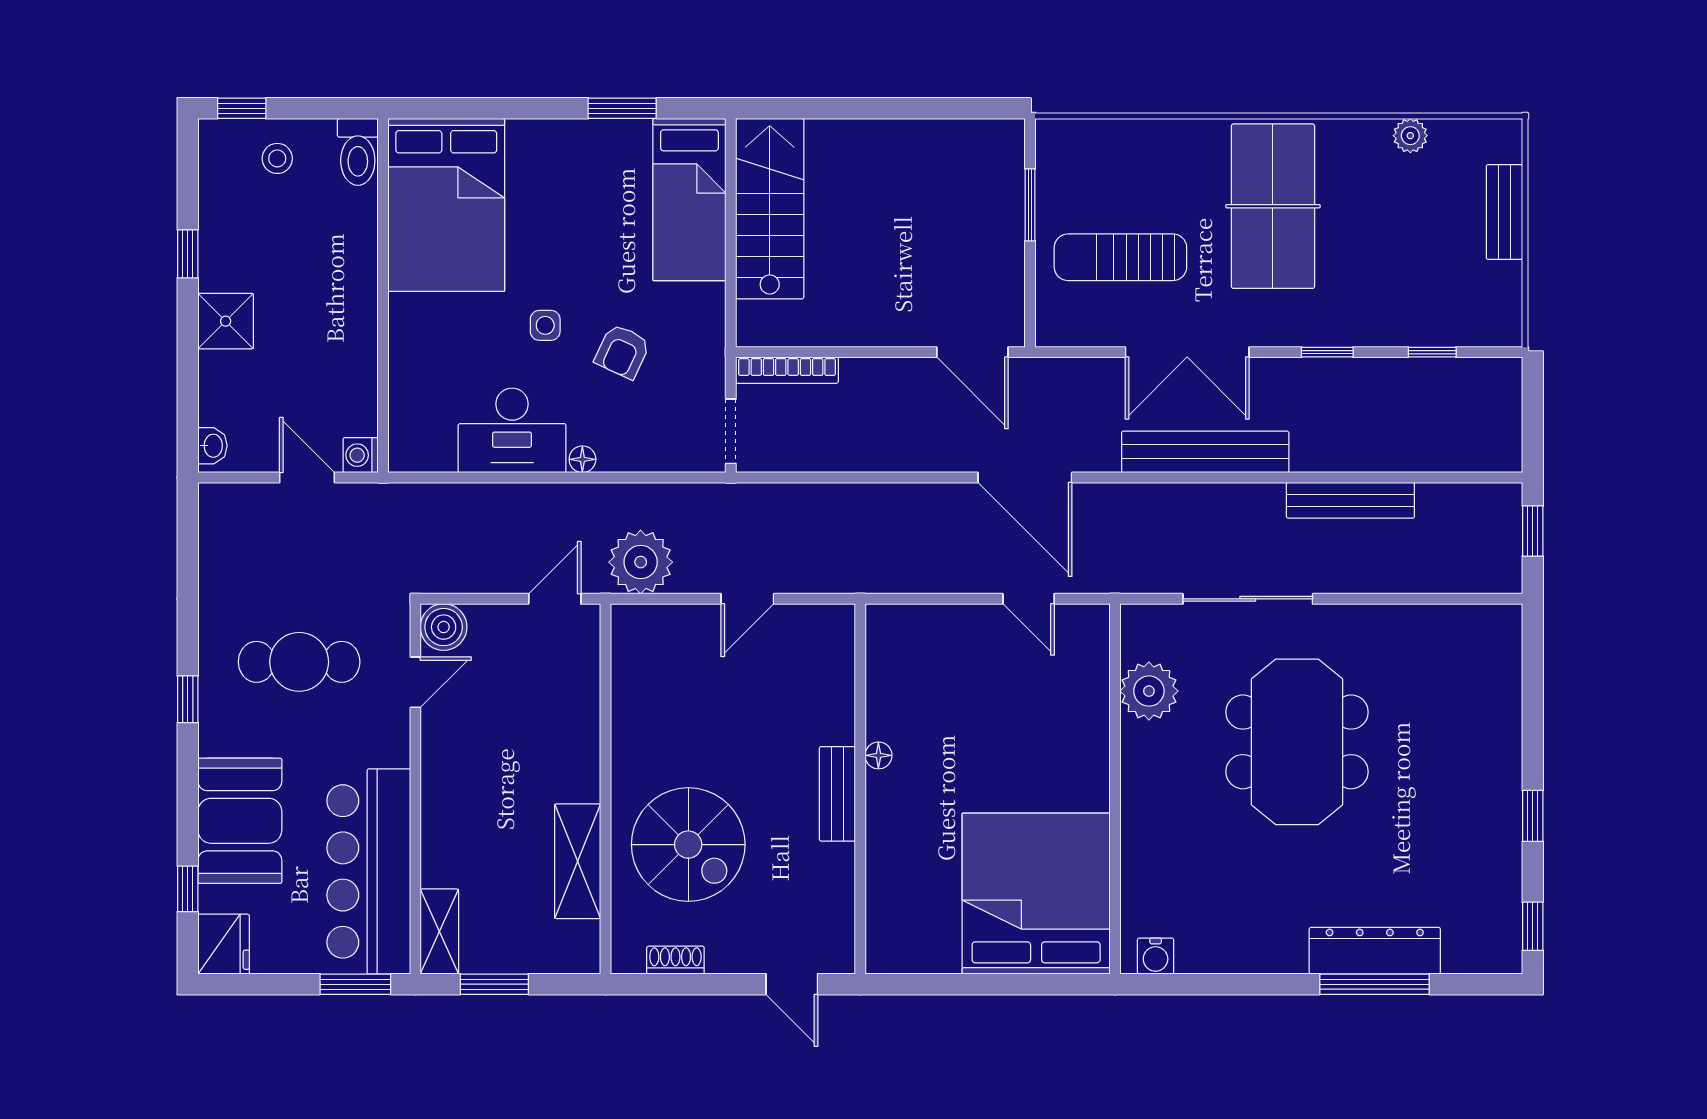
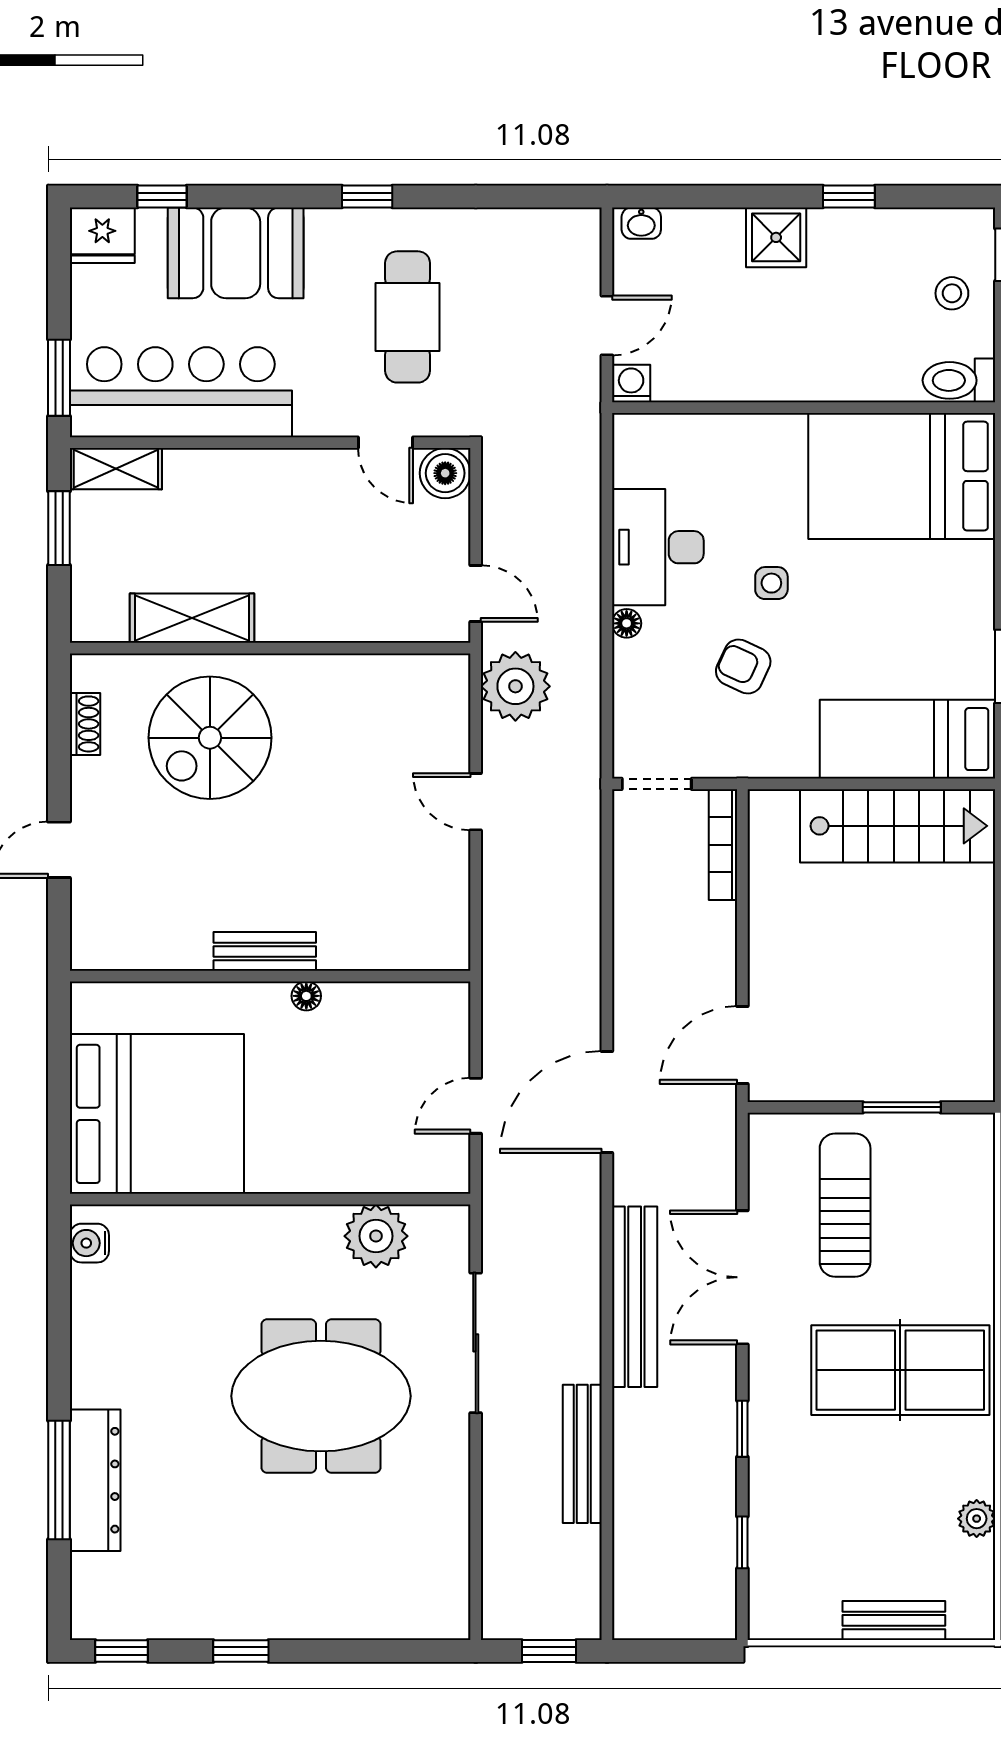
floor lamp: (878, 755) -> (306, 996), moved
wall: (860, 789) -> (270, 976), moved
bench: (837, 794) -> (265, 951), moved

